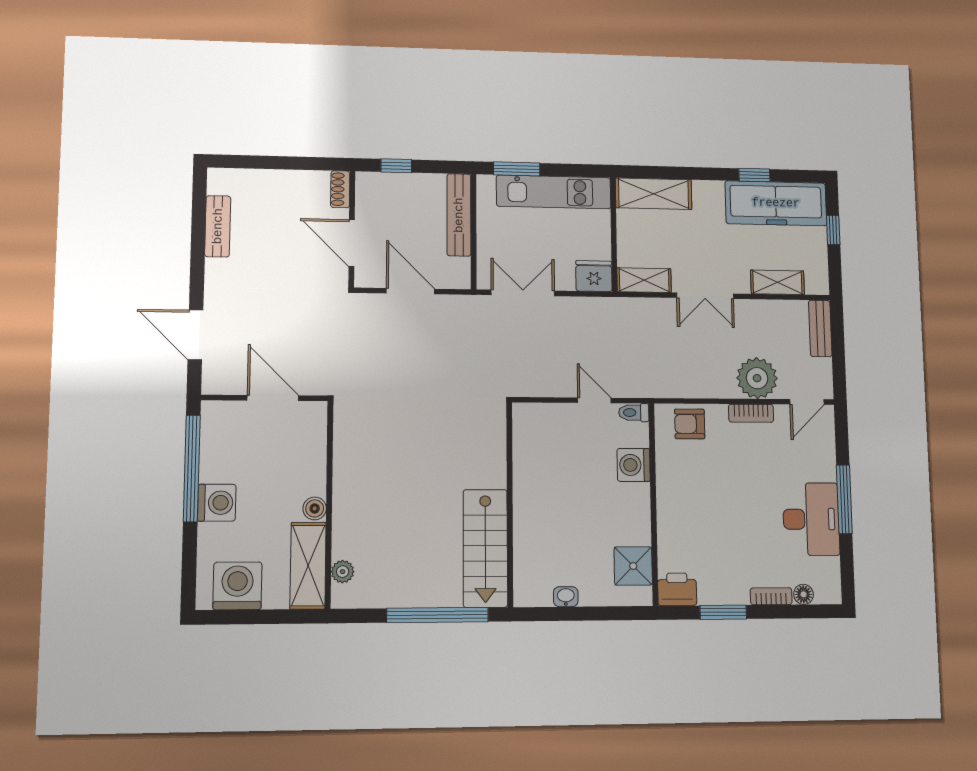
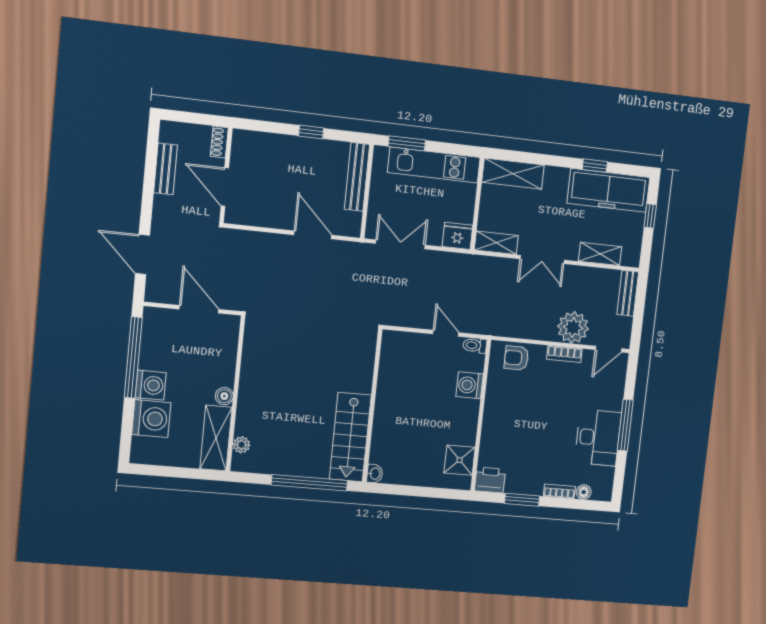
shoe rack: (340, 189) -> (219, 142), moved
wall: (352, 229) -> (226, 176), moved
door: (352, 243) -> (225, 187), moved
washing machine: (237, 586) -> (151, 419), moved, turned 90
washbasin: (566, 597) -> (375, 474), moved, turned 90

